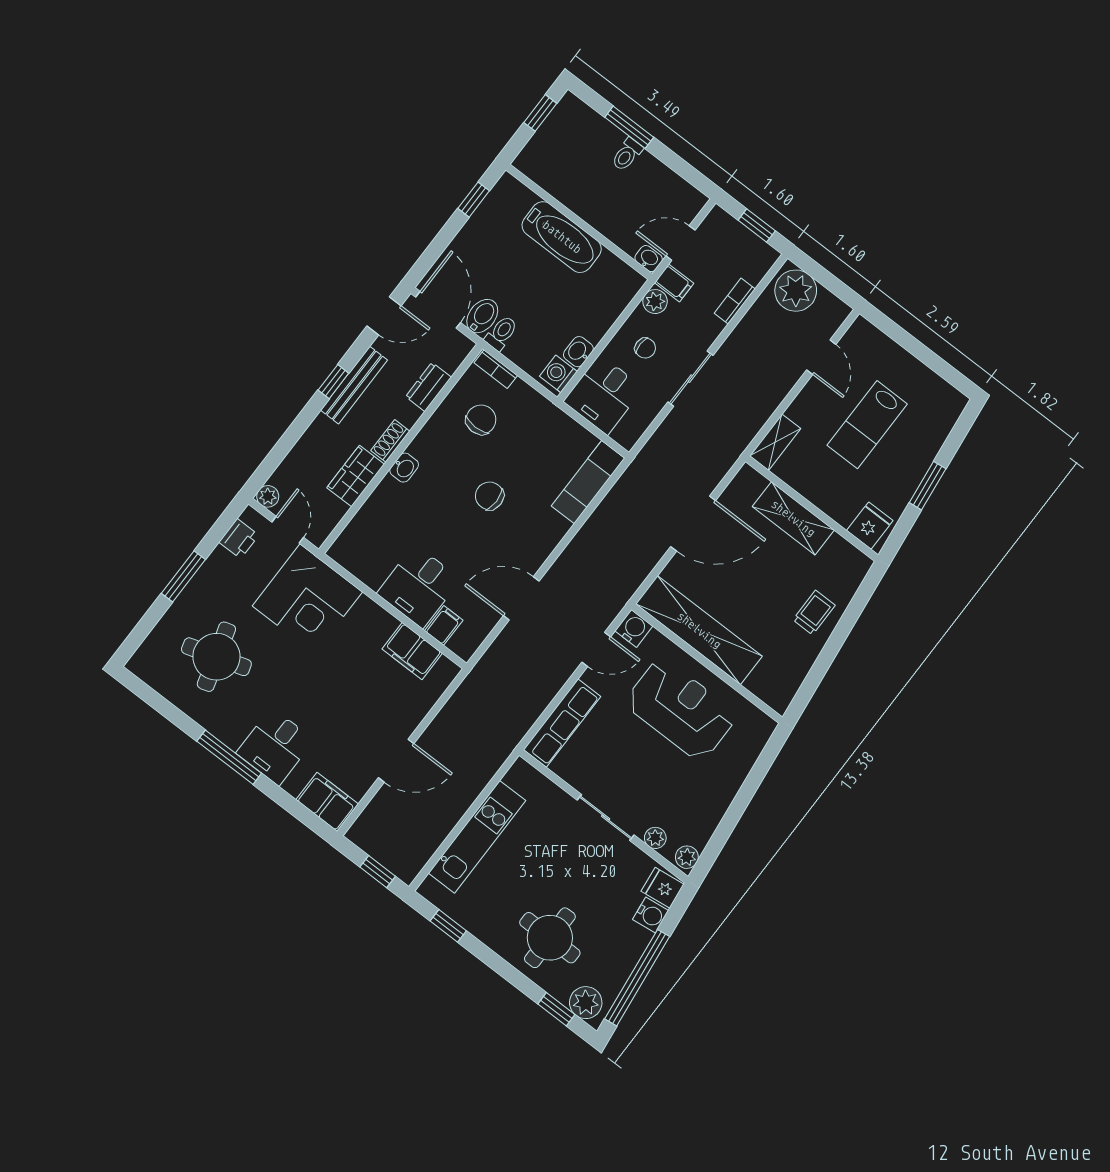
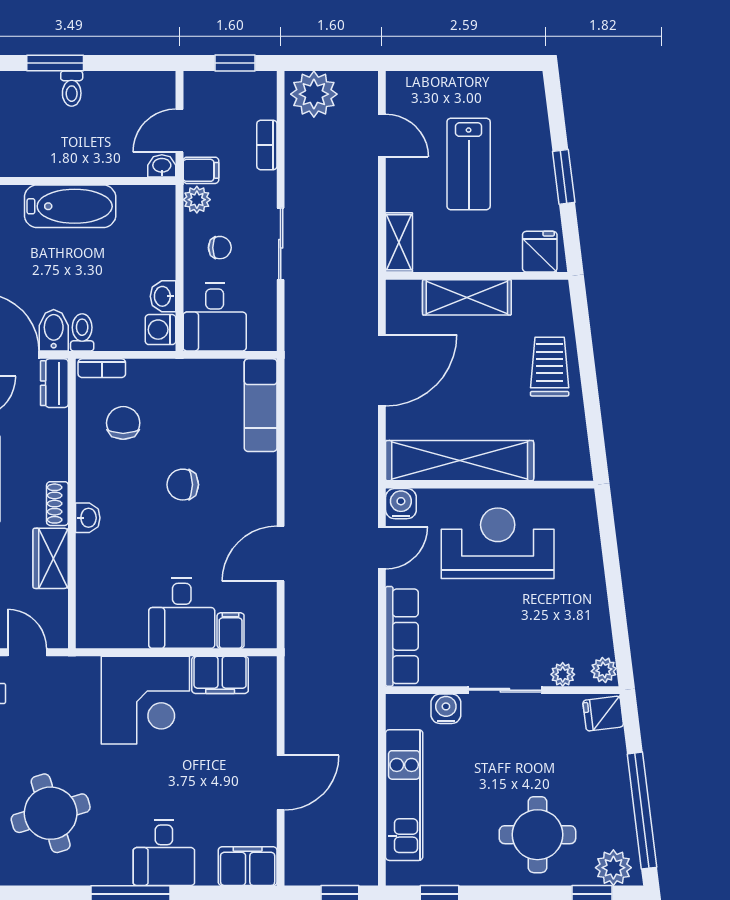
dresser: (428, 387) -> (54, 383), moved
corner desk: (307, 599) -> (145, 700), moved
trolley: (814, 613) -> (550, 367), width x1.36, depth x1.39
water cooler: (651, 915) -> (446, 709), moved, turned -83

